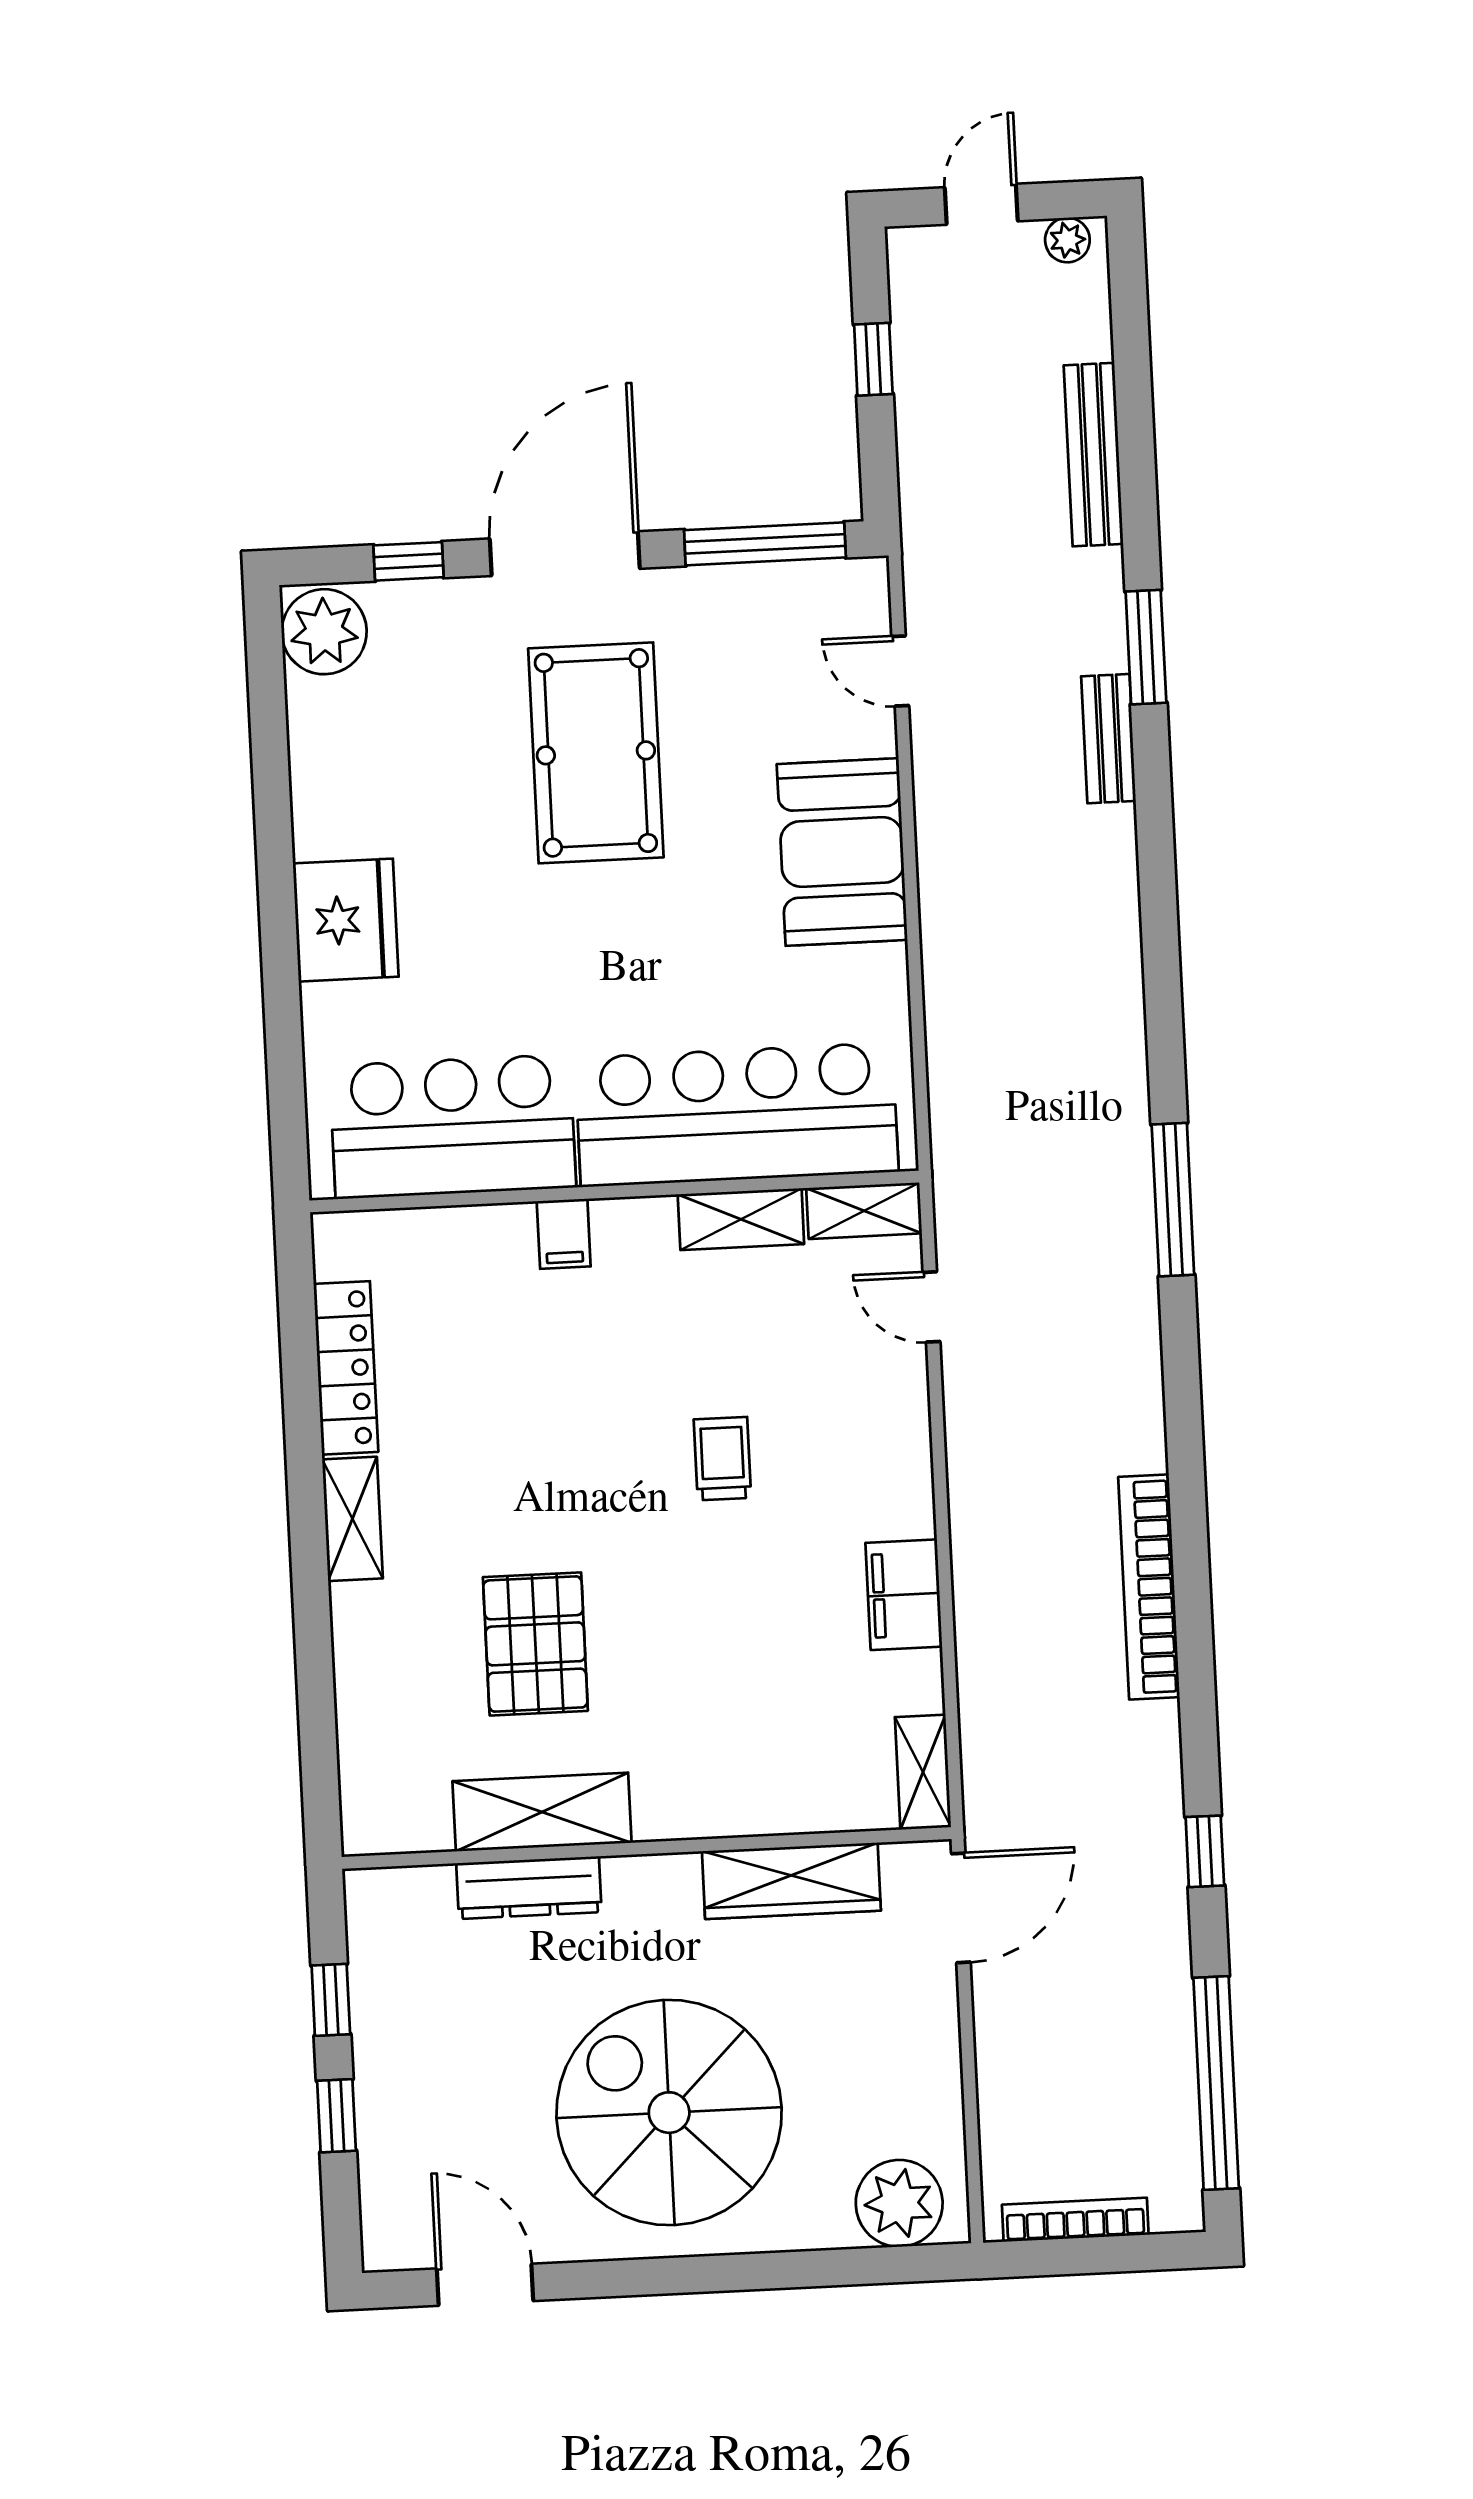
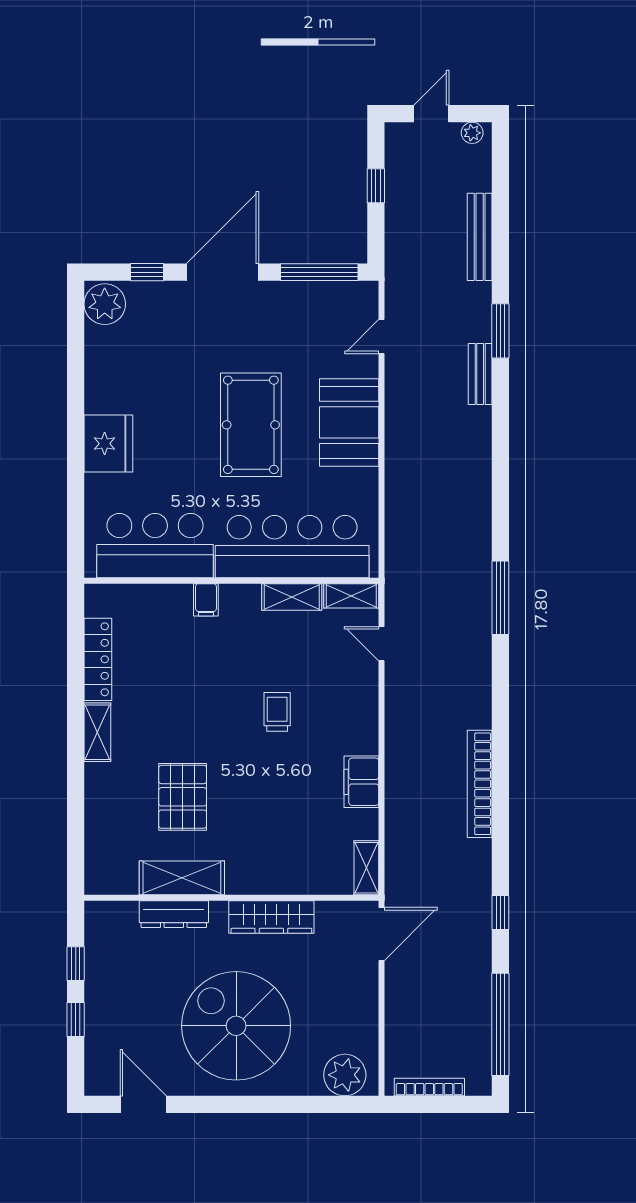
door: (900, 671) -> (381, 337), hinge flipped
pool table: (596, 753) -> (251, 425), moved
wardrobe: (791, 1881) -> (271, 917), moved

